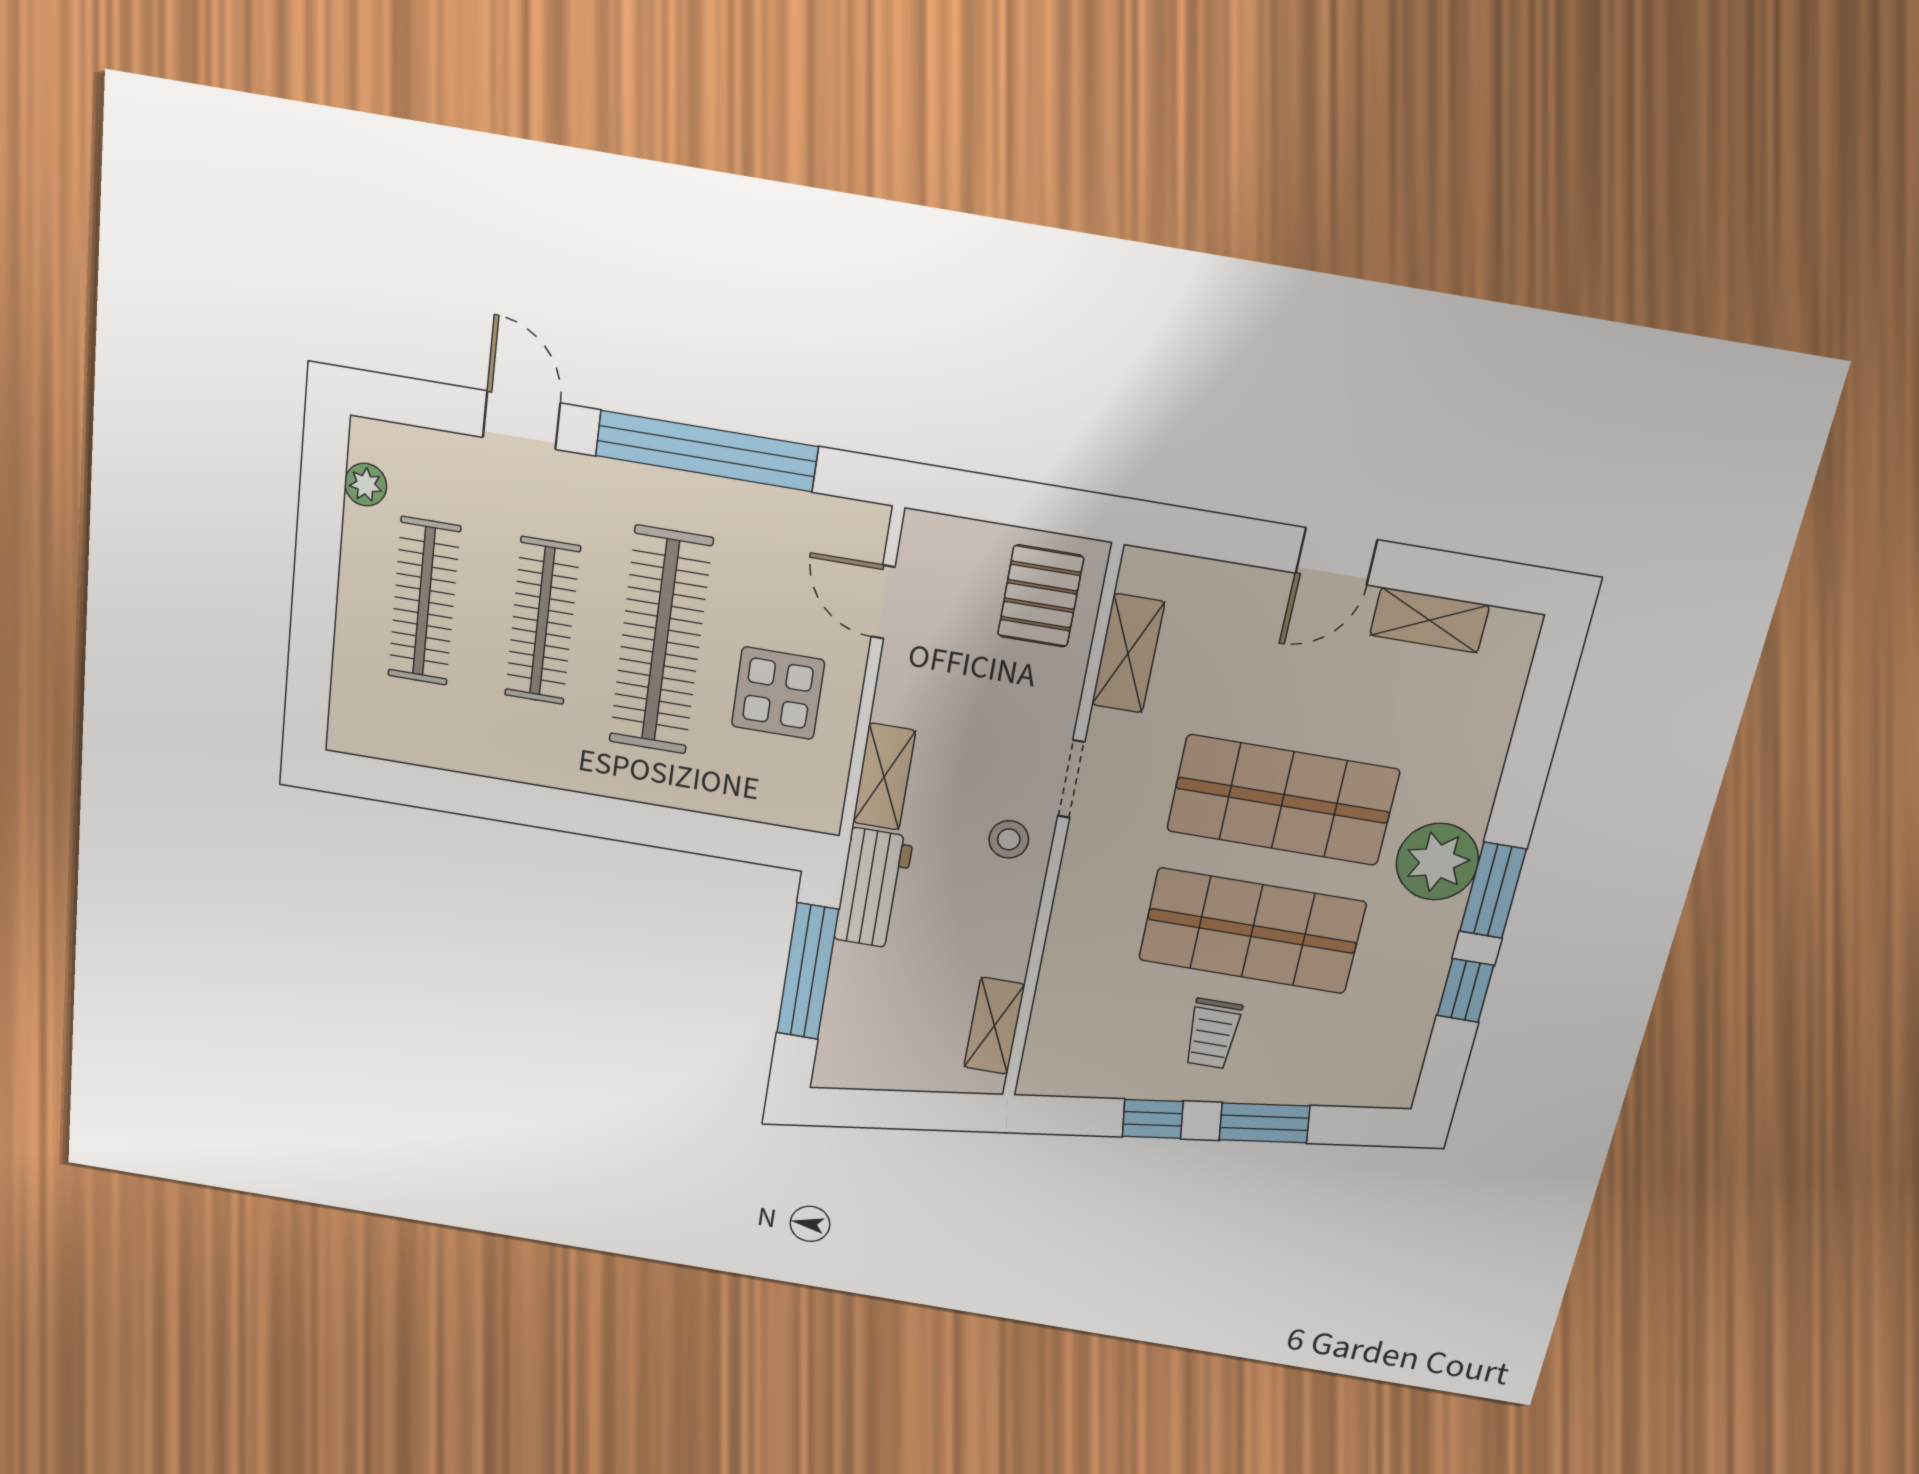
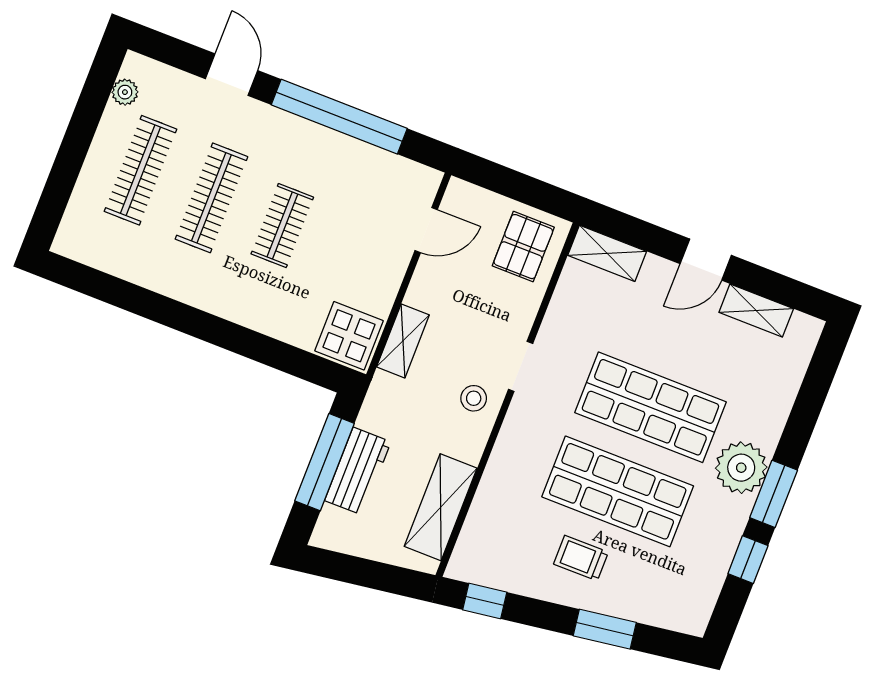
door: (883, 602) -> (426, 230), swing flipped
clothes rail: (661, 641) -> (282, 226), width x0.54, depth x0.76
shelving: (1128, 653) -> (607, 253), moved, turned 90
display table: (778, 693) -> (349, 336), moved
workbench: (873, 888) -> (358, 471), moved
shelving: (994, 1026) -> (441, 507), width x1.50, depth x1.33
trolley: (1213, 1034) -> (581, 558), turned 90
window: (1153, 1119) -> (485, 601), moved

